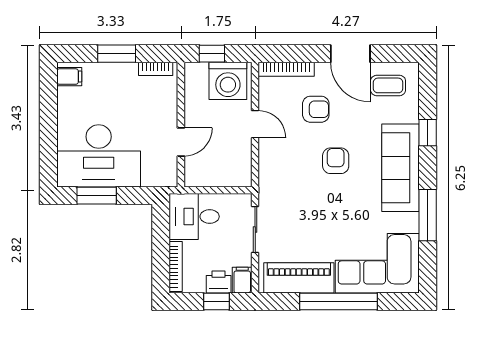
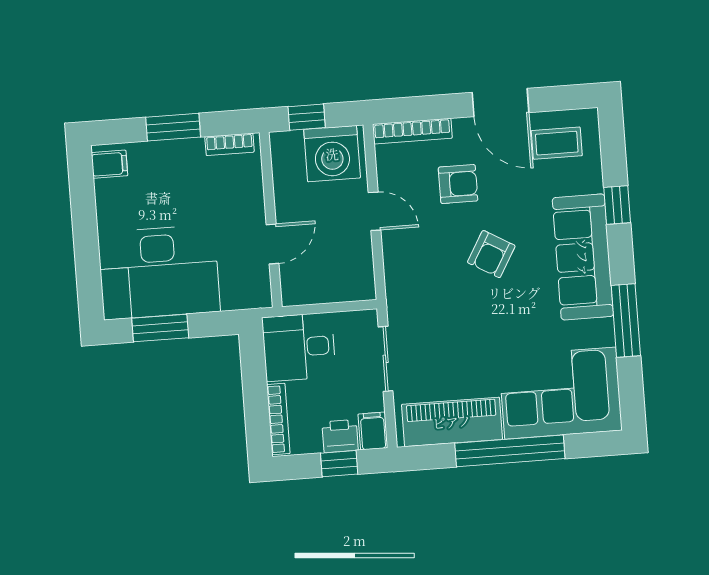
armchair: (336, 161) -> (491, 254), turned -150

